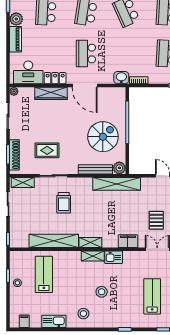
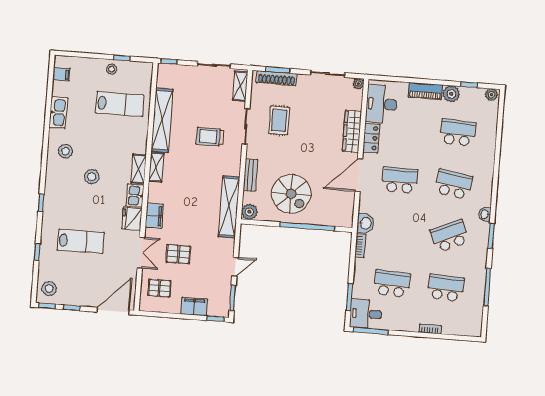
bench: (95, 169) -> (250, 175), width x0.73
fridge: (132, 258) -> (132, 219), added

